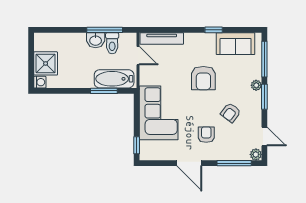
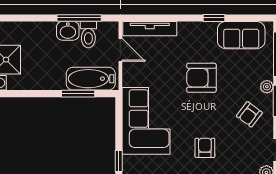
armchair: (203, 78) -> (201, 78), turned 90
armchair: (231, 113) -> (249, 114), moved

